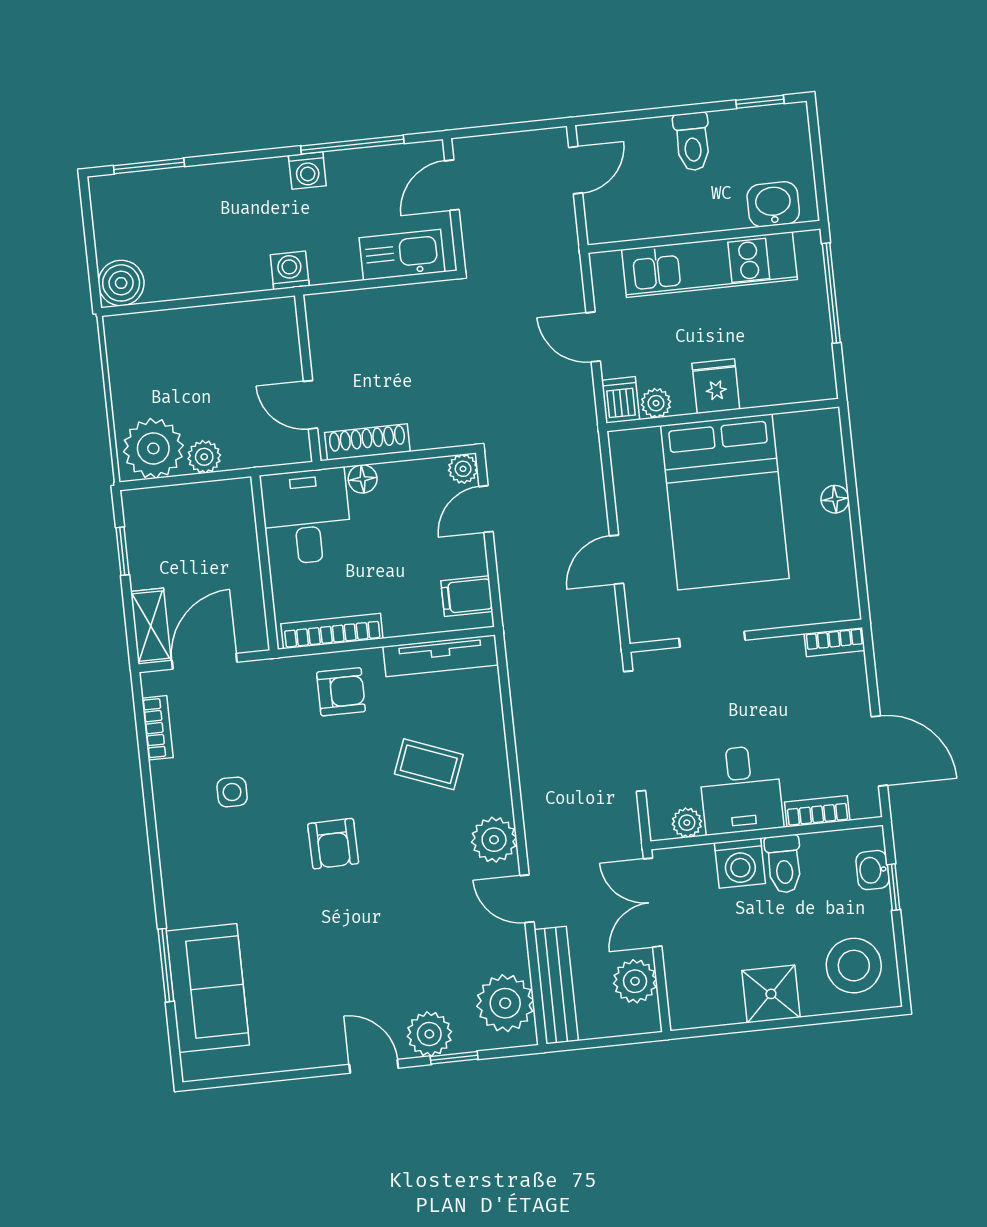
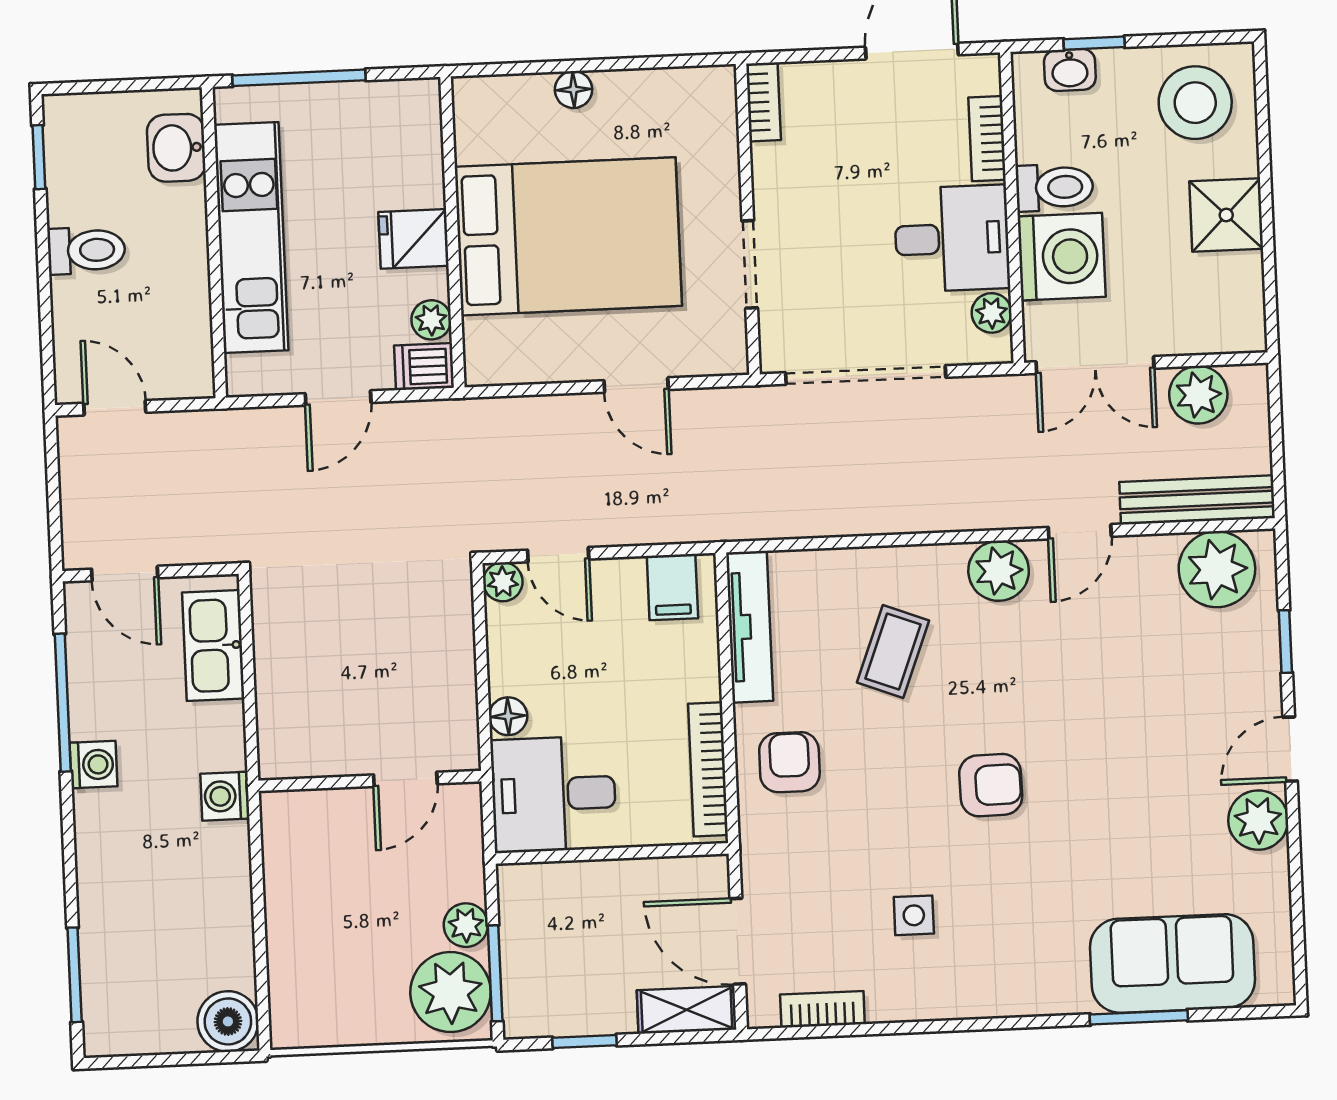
shoe rack: (367, 442) -> (459, 707), removed
window: (169, 481) -> (495, 973), added
washing machine: (740, 863) -> (1062, 257), width x1.37, depth x1.37
plant: (429, 1034) -> (1258, 820), moved

